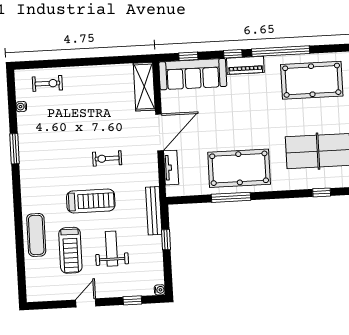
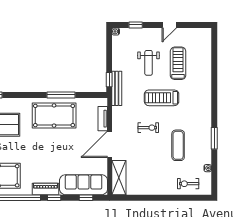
exercise mat: (36, 235) -> (178, 145), moved
window: (166, 240) -> (109, 80), moved

